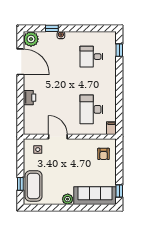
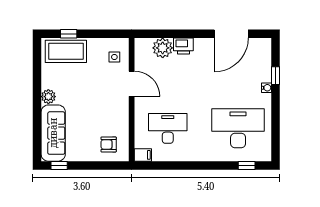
plant: (31, 39) -> (163, 48), moved
desk: (91, 57) -> (238, 128), width x1.87, depth x1.30
door: (58, 137) -> (132, 84), hinge flipped

